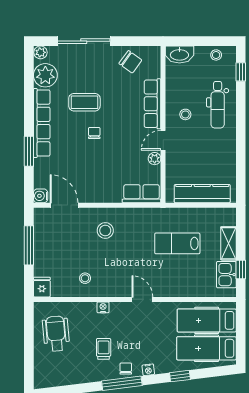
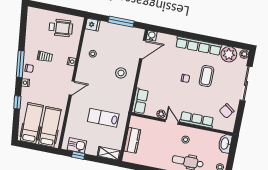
window: (29, 151) -> (182, 34), removed
kitchen counter: (202, 194) -> (132, 140), width x0.67
lab bench: (177, 243) -> (103, 118), turned -90
shelving: (229, 243) -> (109, 153), moved

